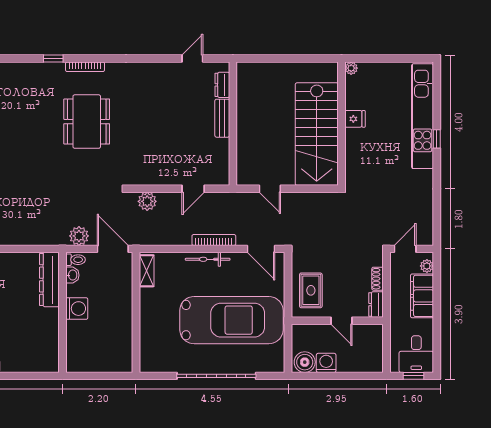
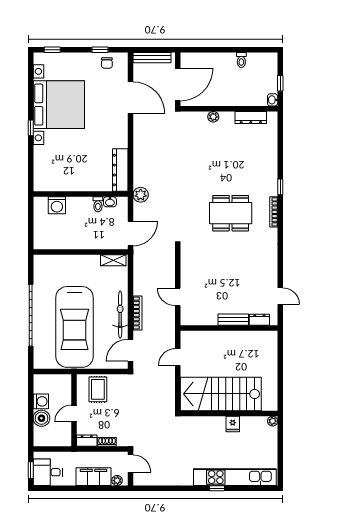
plant: (147, 201) -> (168, 261), removed
plant: (79, 236) -> (141, 195), moved
bicycle: (208, 259) -> (120, 315), width x1.37, depth x1.40
toilet: (75, 260) -> (98, 204), moved
dresser: (49, 280) -> (120, 170), moved, turned -90
rug: (311, 290) -> (98, 389), turned 90
washing machine: (77, 309) -> (57, 205), moved
boiler: (305, 362) -> (41, 418), moved

